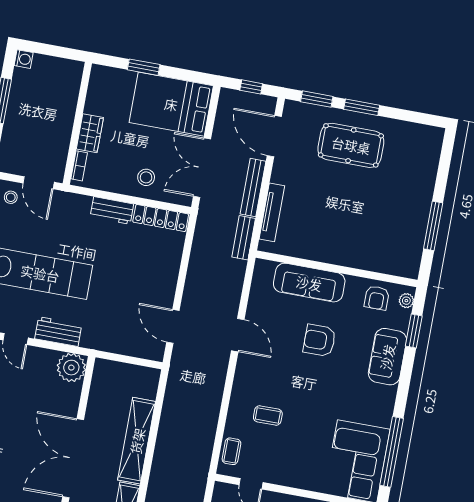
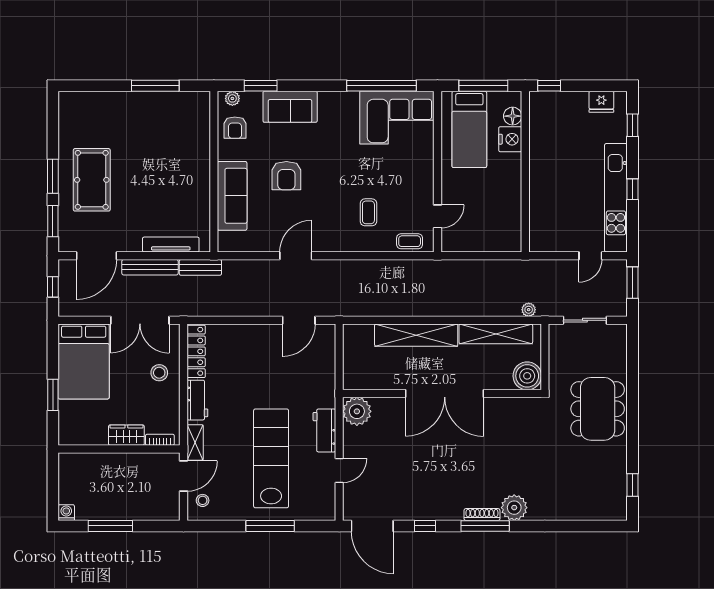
shelving: (70, 200) -> (195, 442), added
armchair: (377, 298) -> (235, 128), turned 90

